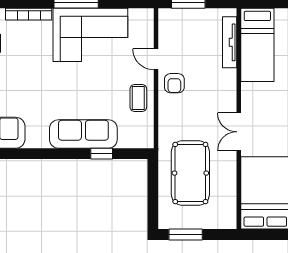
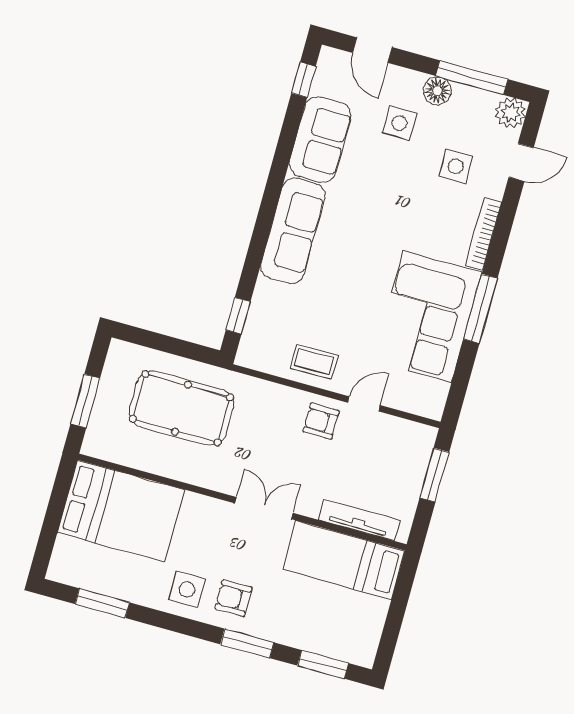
double door: (239, 132) -> (264, 508), moved
sofa: (83, 134) -> (293, 231), moved
window: (102, 154) -> (238, 316), moved
window: (186, 234) -> (85, 401), moved

